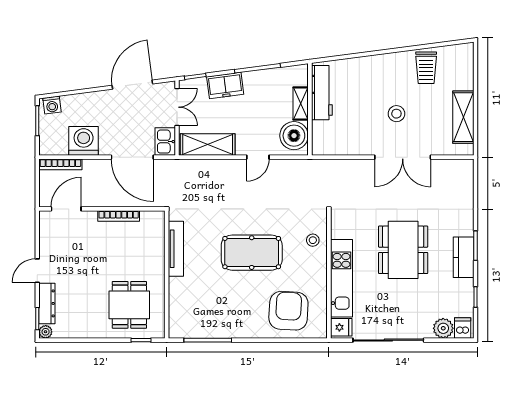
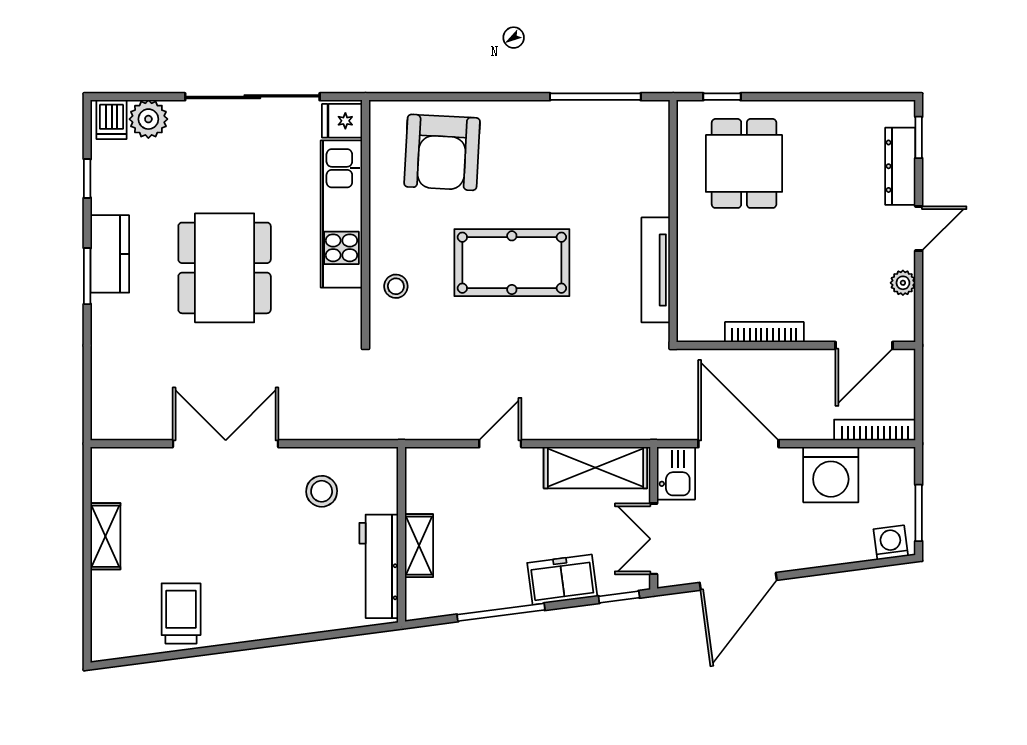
stool: (396, 114) -> (322, 491), moved
shelving: (463, 117) -> (105, 536), width x0.67, depth x0.75
boiler: (294, 136) -> (432, 485), removed
plant: (46, 332) -> (903, 283), moved

